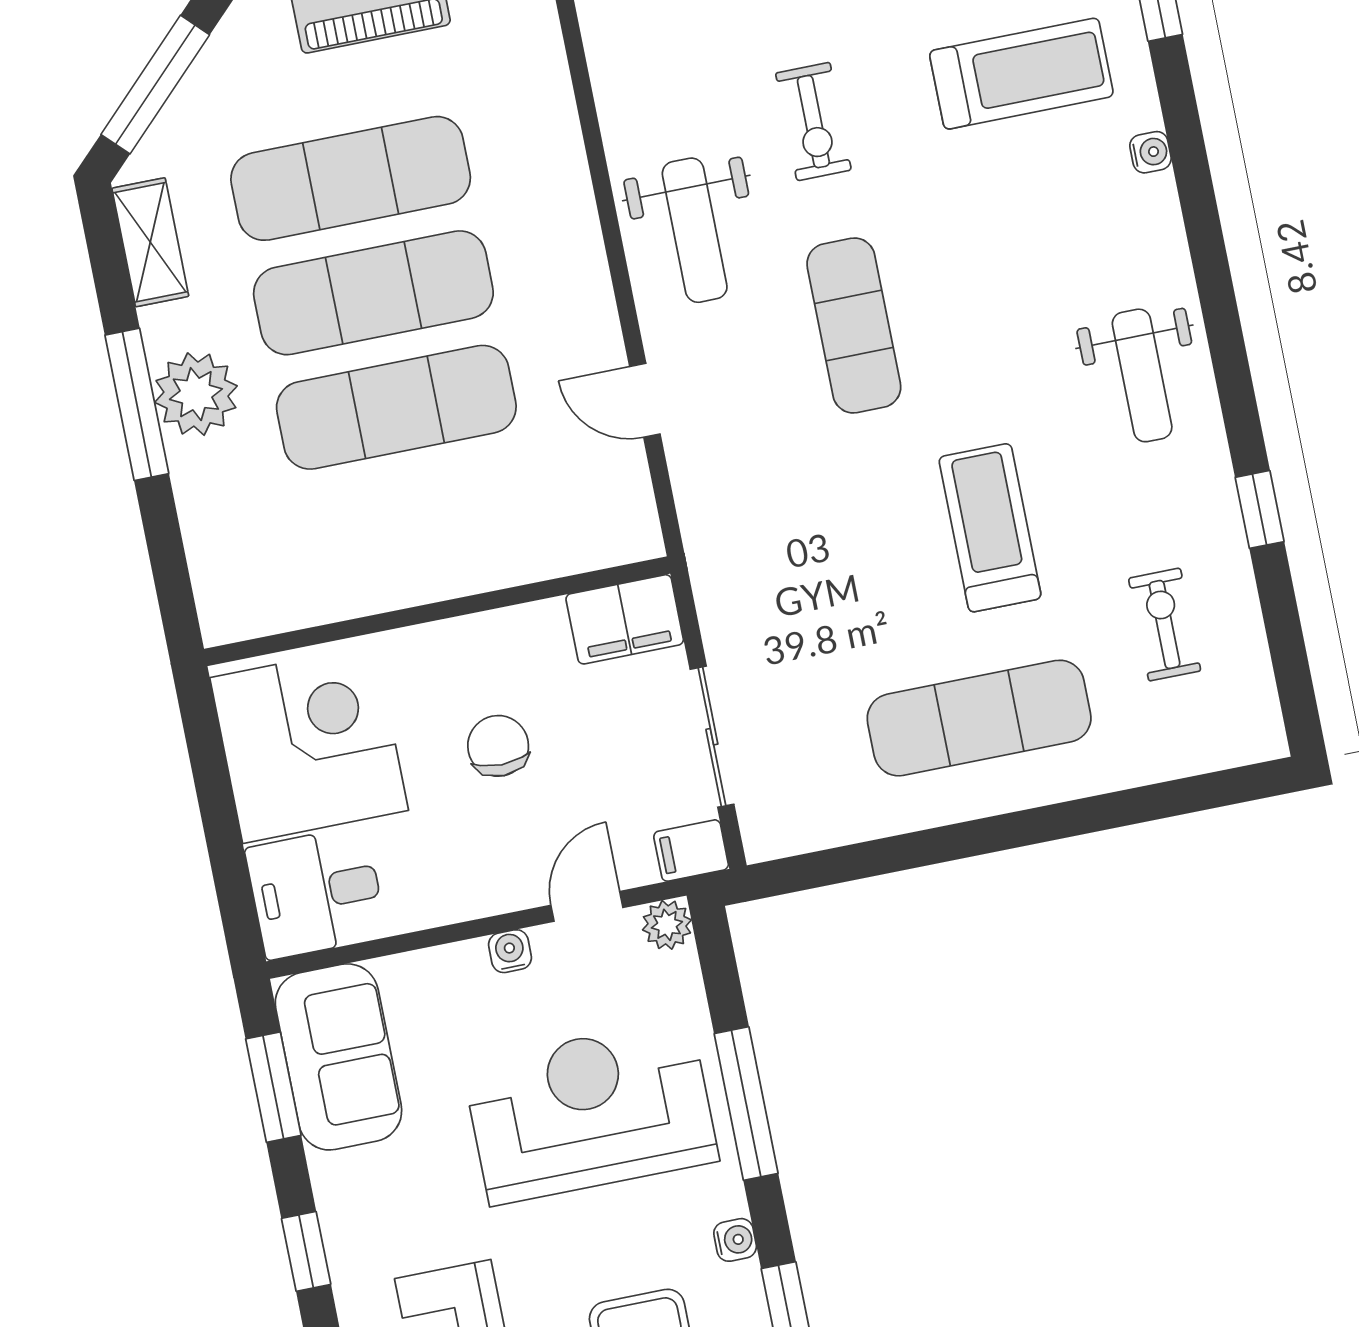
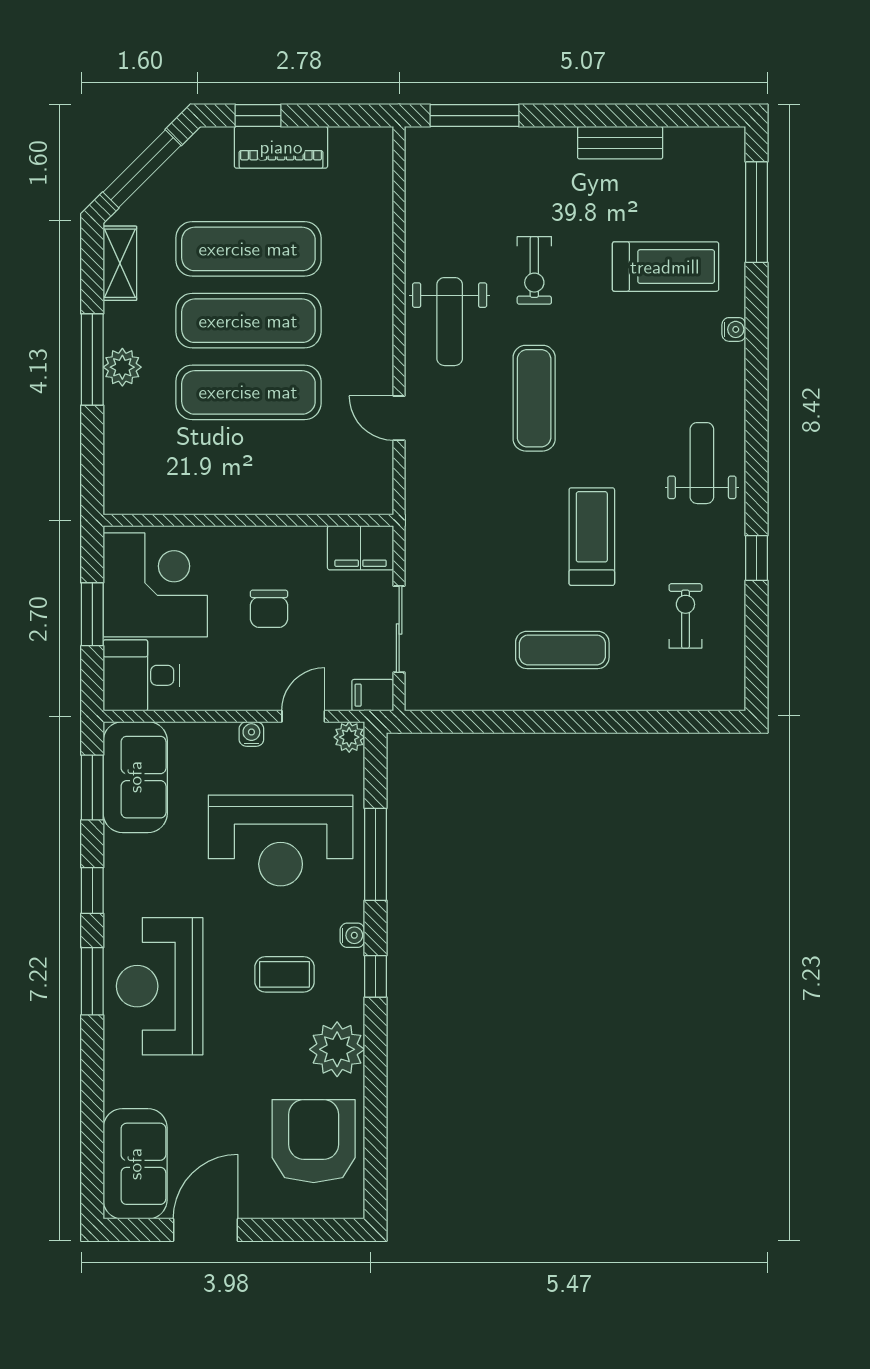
weight bench: (1142, 375) -> (702, 463), turned 180
plant: (196, 394) -> (122, 367), width x0.73, depth x0.73
exercise mat: (979, 718) -> (562, 650), width x0.73, depth x0.69
chair: (498, 746) -> (269, 609), turned 180
window: (218, 811) -> (92, 614), added
reception desk: (590, 1112) -> (281, 841), turned 180

